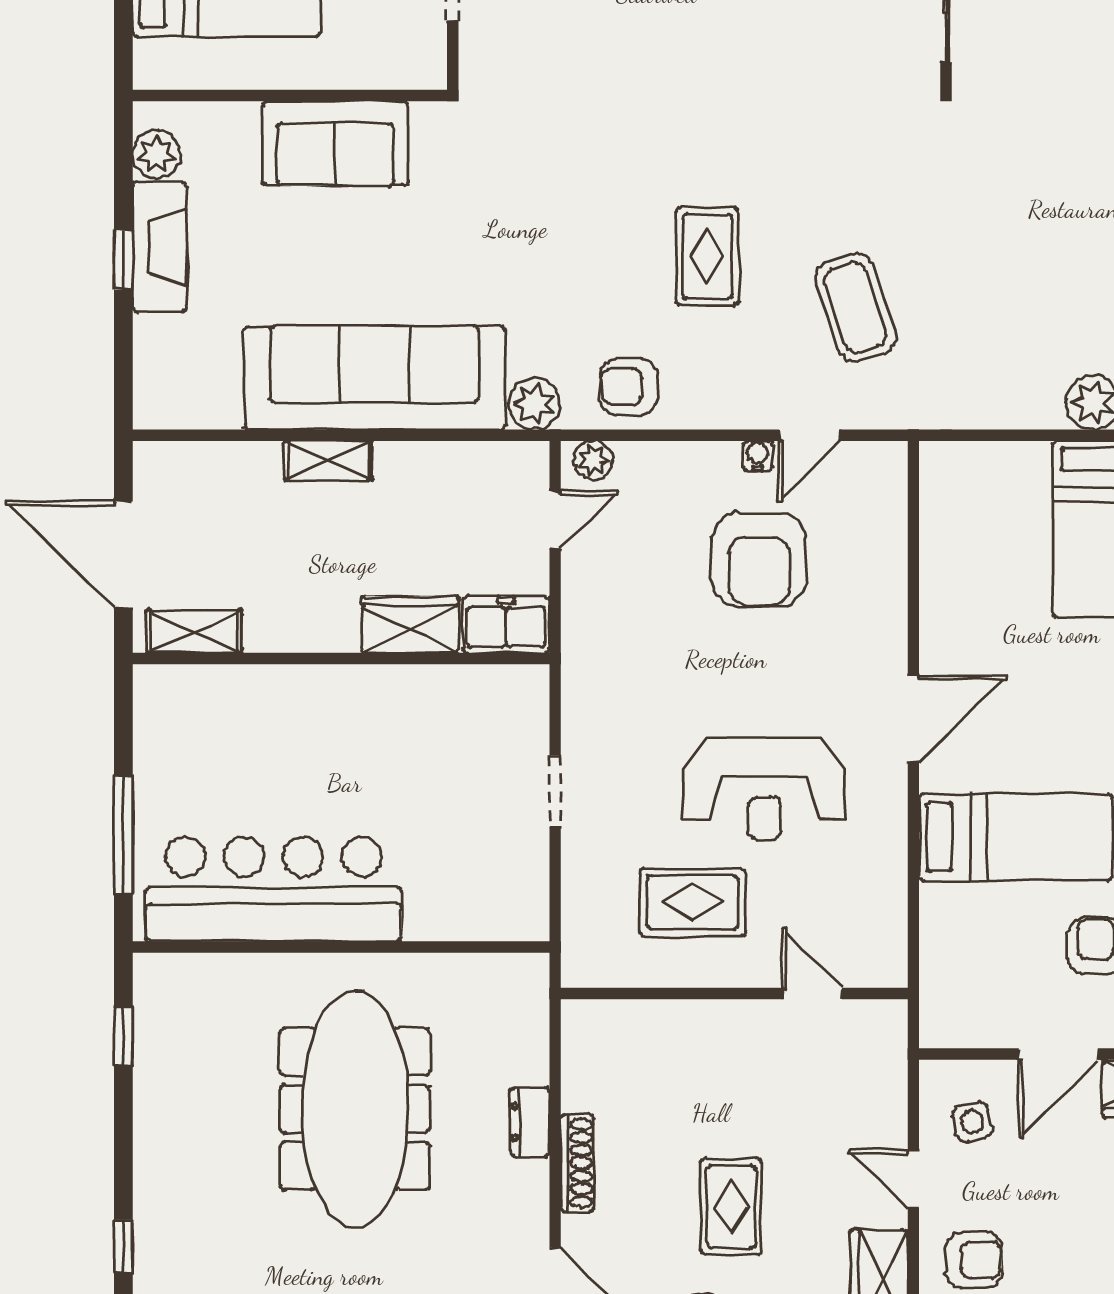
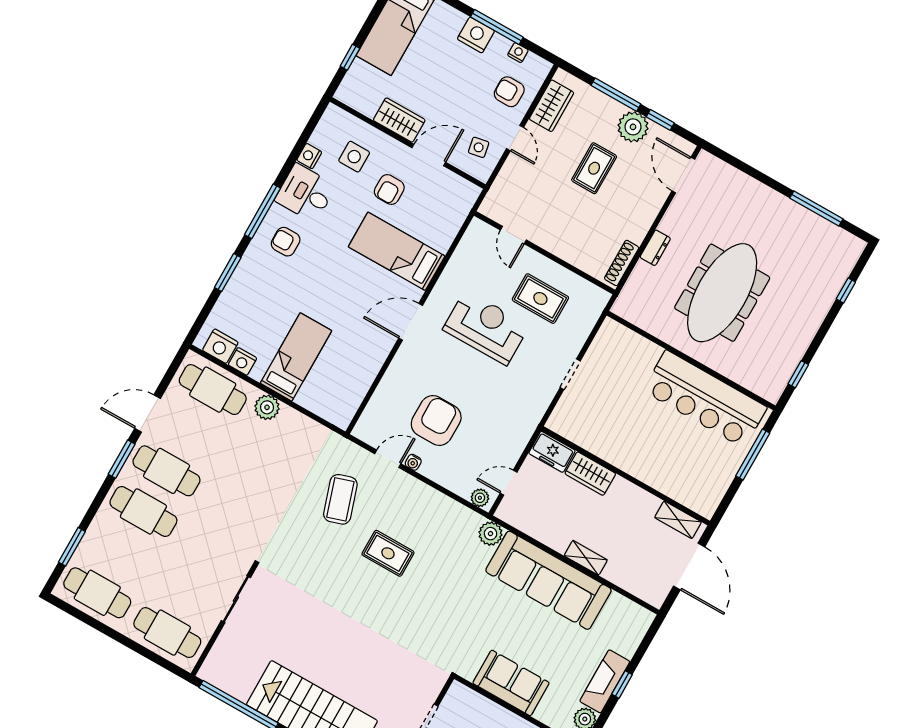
rug: (707, 256) -> (388, 553), turned 90
armchair: (629, 387) -> (449, 519), removed
shoe rack: (577, 1163) -> (622, 263), moved

